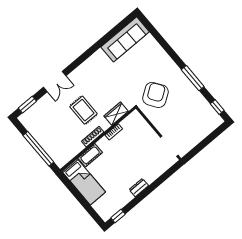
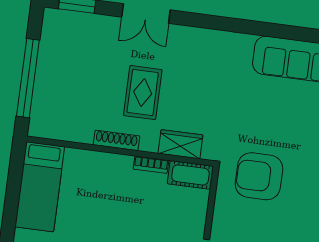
armchair: (155, 95) -> (259, 176), turned -146
cot: (90, 155) -> (190, 175), moved

